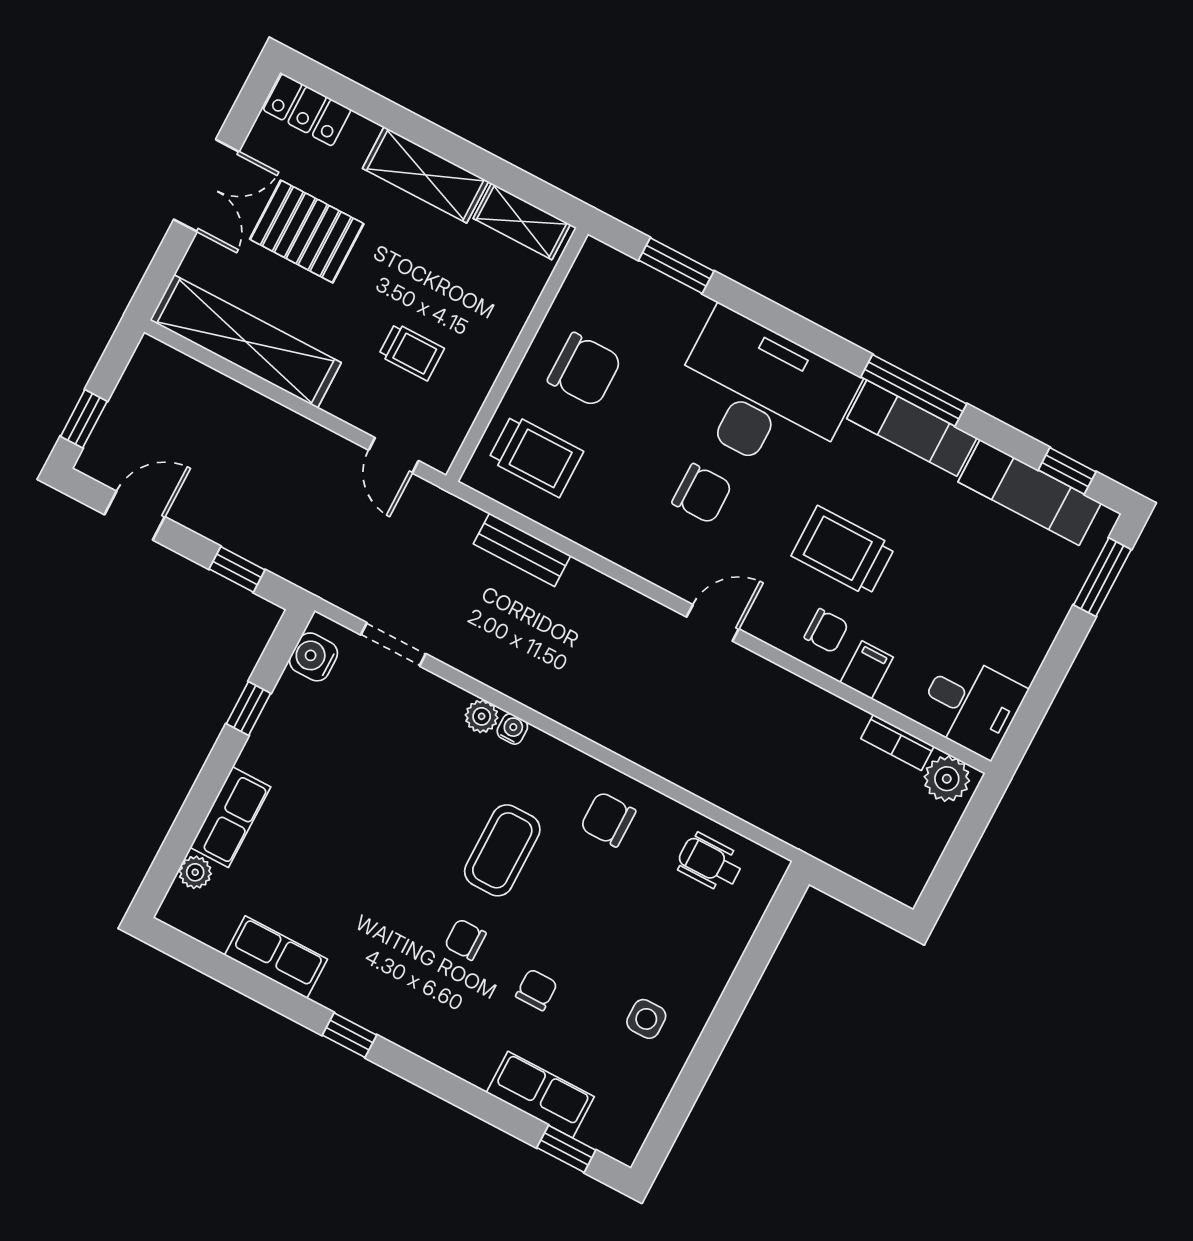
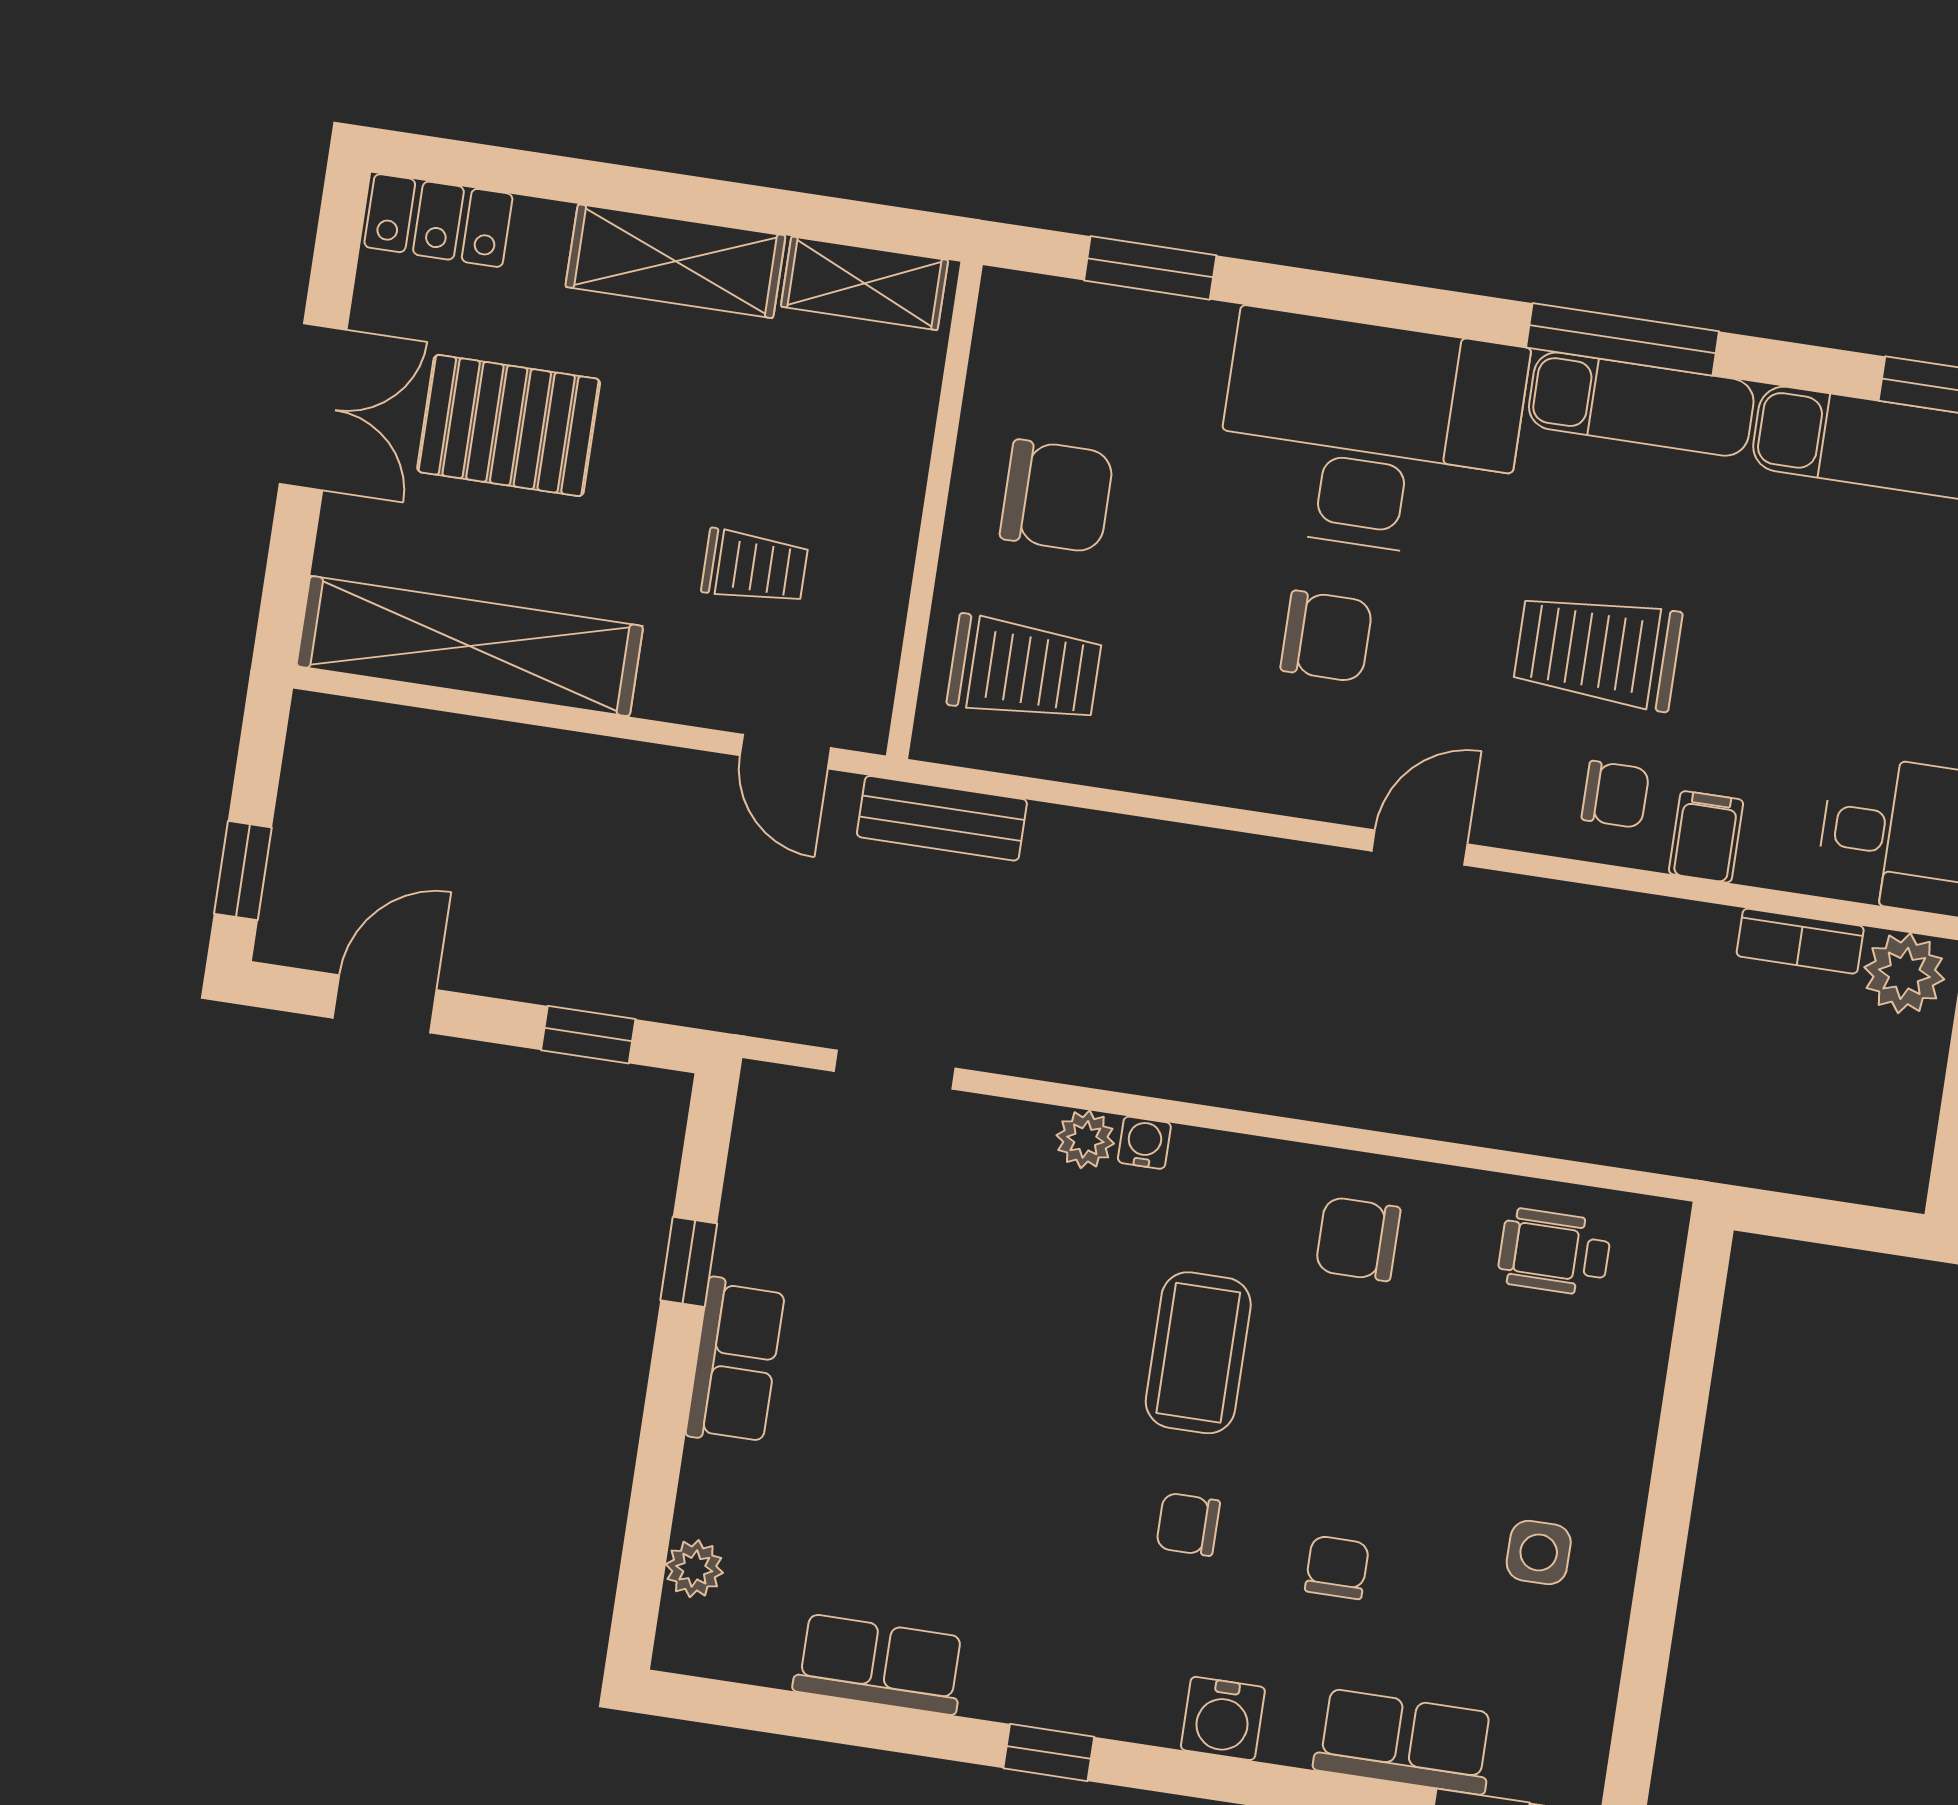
bench: (522, 550) -> (942, 818), moved
water cooler: (313, 657) -> (1223, 1718), moved, turned -90
row of seats: (230, 817) -> (736, 1362), moved

